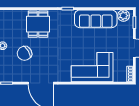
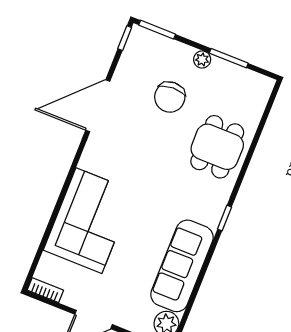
dining table: (38, 24) -> (217, 147), turned 90
chair: (25, 53) -> (170, 97), turned -151

